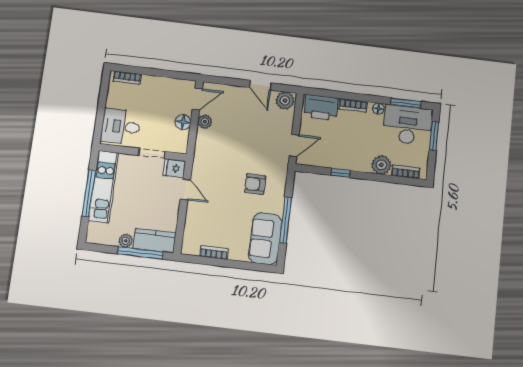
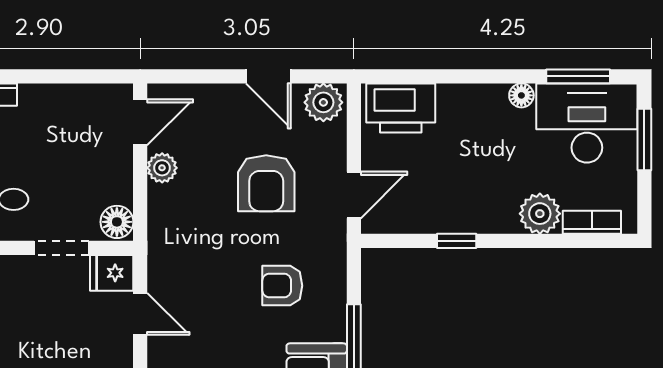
bookcase: (353, 105) -> (467, 95), removed
floor lamp: (183, 122) -> (117, 222), moved
armchair: (253, 135) -> (266, 183), added

